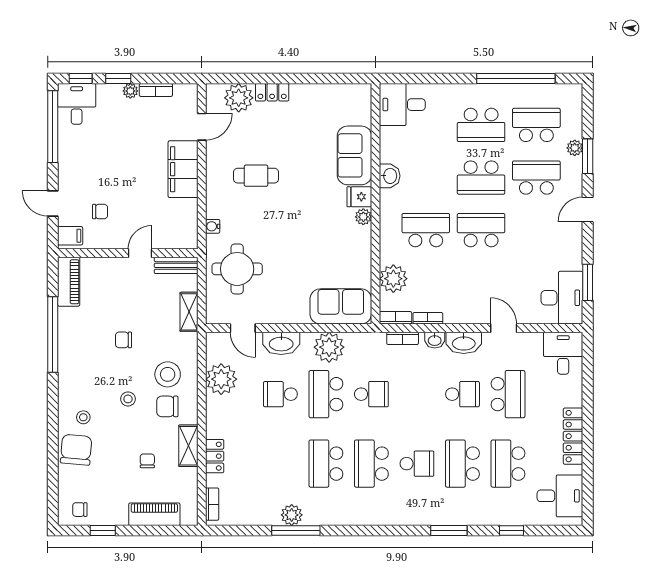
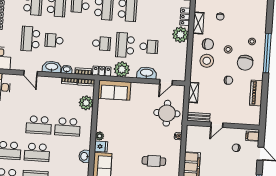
school desk: (481, 178) -> (37, 152), turned 180
piano: (69, 282) -> (256, 93), moved
door: (243, 328) -> (166, 82), swing flipped
window: (53, 335) -> (267, 53), moved
locker: (367, 341) -> (102, 71), added
plant: (221, 379) -> (180, 35), moved
school desk: (326, 394) -> (125, 45), turned 180
school desk: (371, 394) -> (101, 44), turned 180
chair: (76, 450) -> (245, 63), moved

